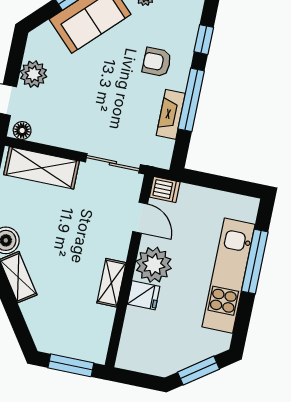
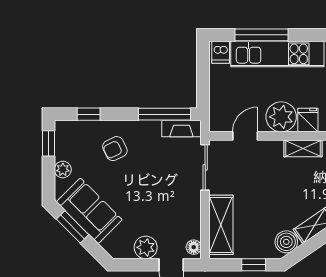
armchair: (157, 62) -> (115, 149), turned 64
window: (191, 100) -> (165, 114), moved
fireplace: (171, 114) -> (181, 128), moved
dishwasher: (165, 189) -> (221, 52), moved, turned 180

